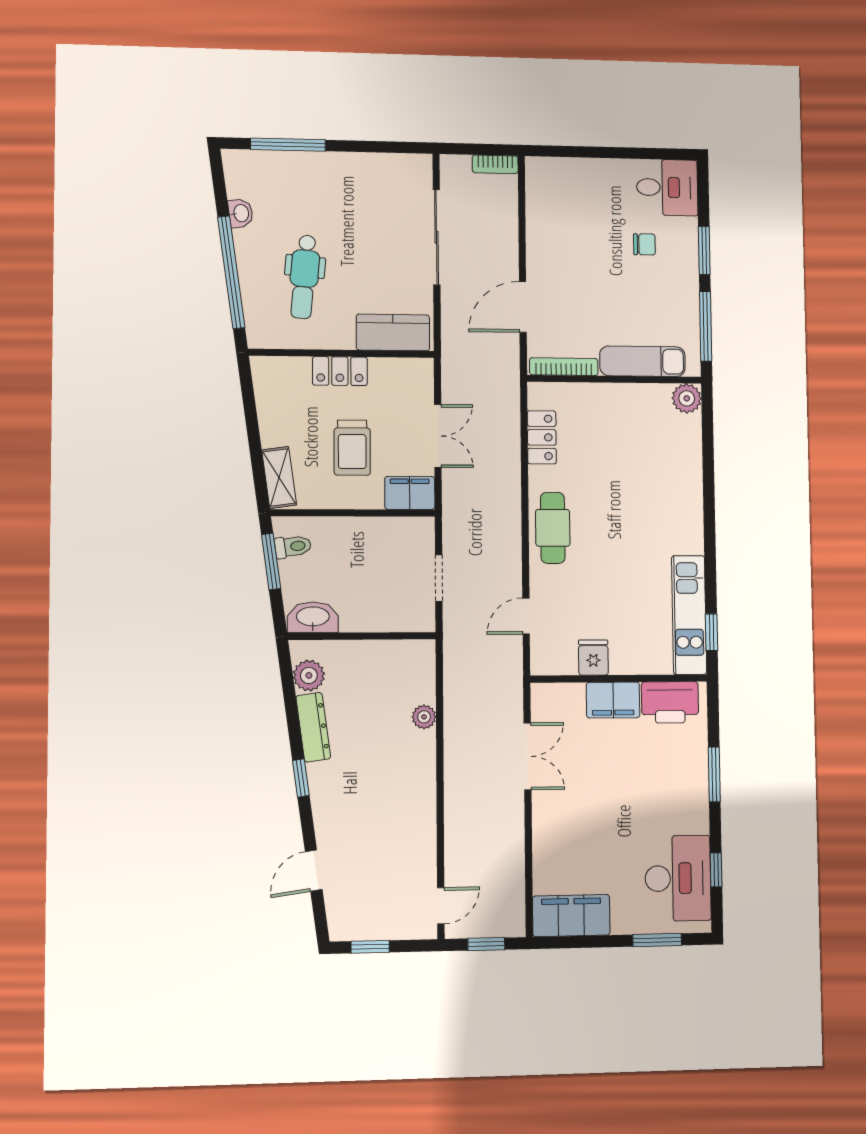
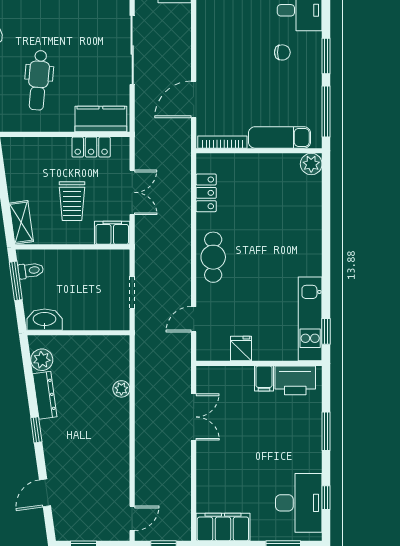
locker: (340, 371) -> (91, 147), moved
filing cabinet: (613, 700) -> (264, 378), width x0.50

